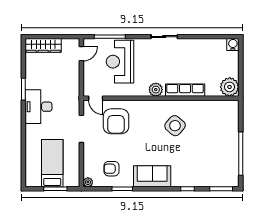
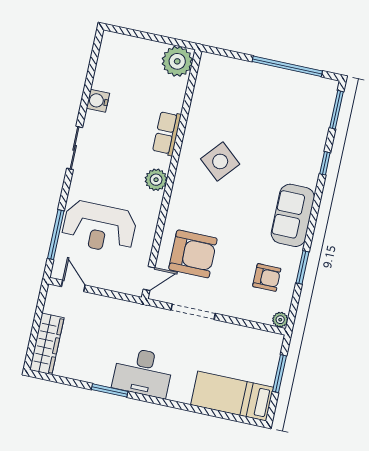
water cooler: (233, 44) -> (98, 101), moved
row of seats: (185, 90) -> (167, 133), width x0.68
bed: (52, 163) -> (232, 396), moved
armchair: (111, 169) -> (267, 277), turned -90

